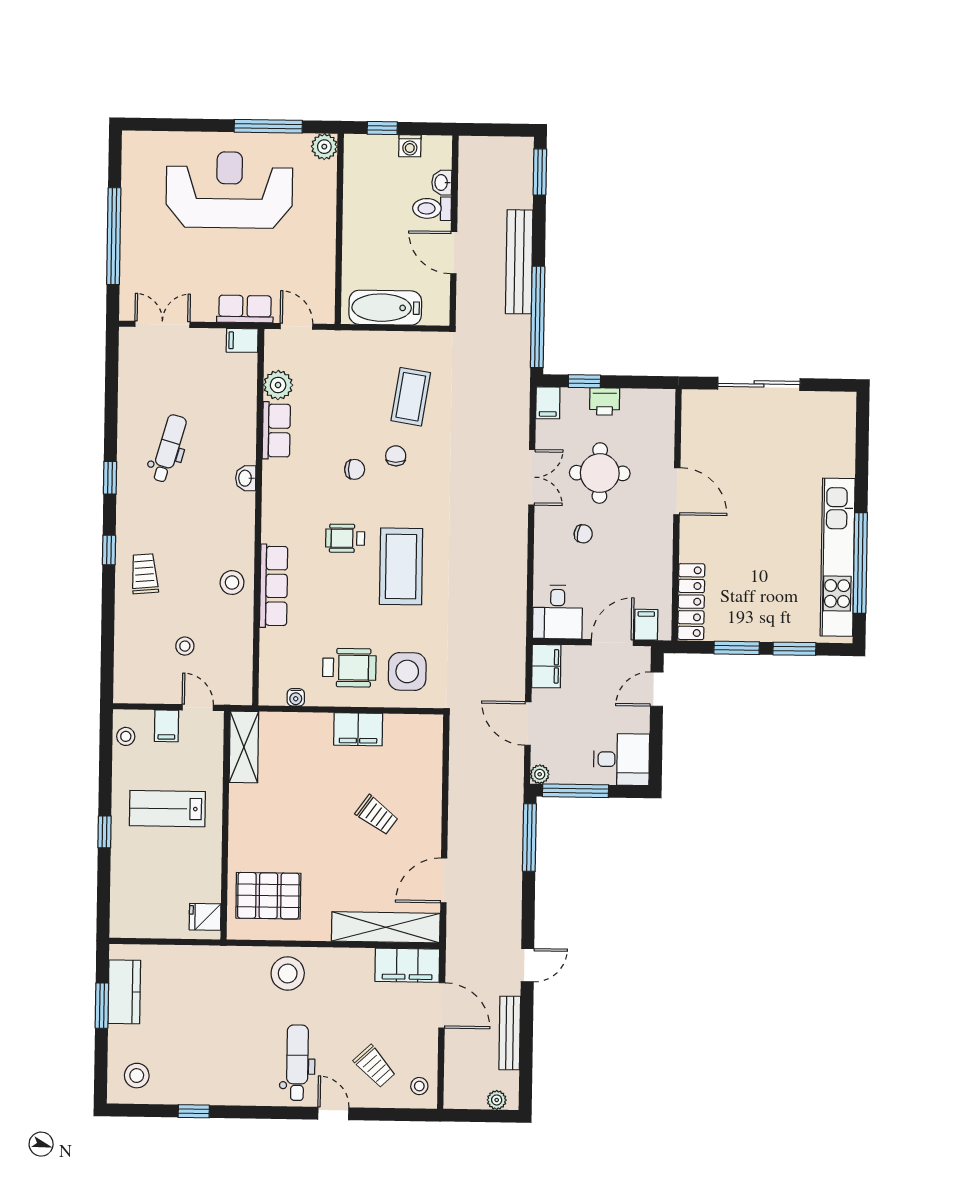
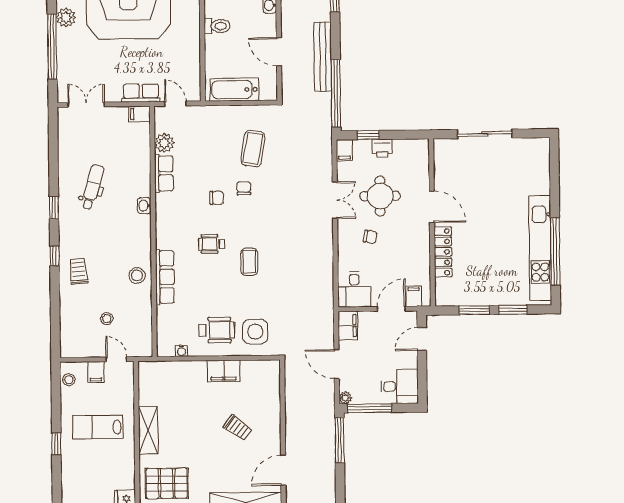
plant: (136, 193) -> (66, 17), added
toilet: (432, 208) -> (217, 26), moved, turned 180
coffee table: (401, 566) -> (249, 262), width x0.54, depth x0.58
locker: (691, 602) -> (443, 252), moved
shelving: (244, 747) -> (148, 430), moved

